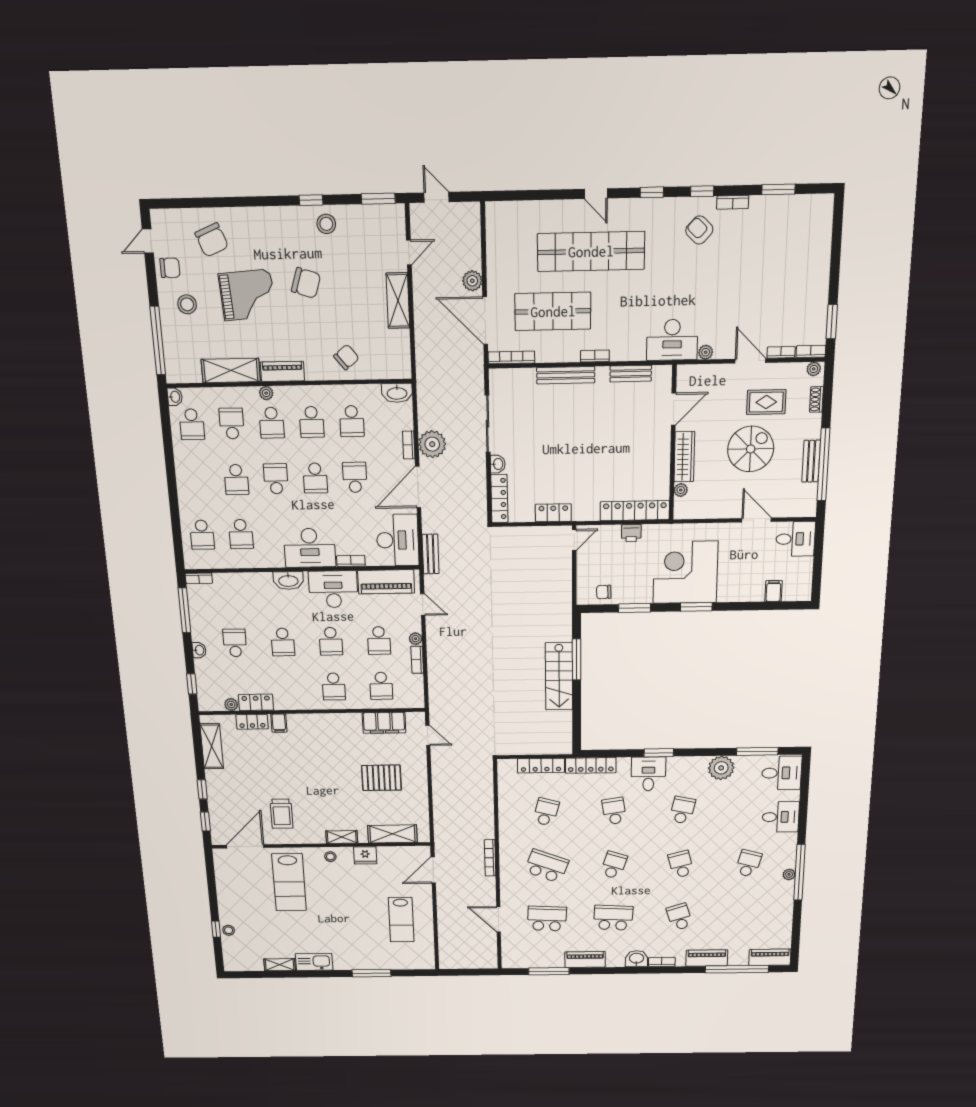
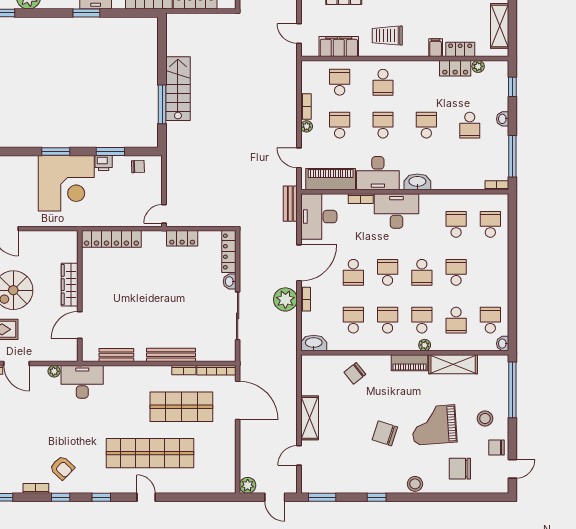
stool: (326, 224) -> (415, 484), moved
chair: (212, 240) -> (460, 469), turned -68
plant: (472, 281) -> (248, 485), moved
bookcase: (595, 356) -> (184, 370), moved
plant: (681, 490) -> (72, 256), removed
printer: (631, 533) -> (104, 163), moved, turned 180
school desk: (334, 687) -> (383, 82), turned 180
trolley: (332, 735) -> (387, 36), added

